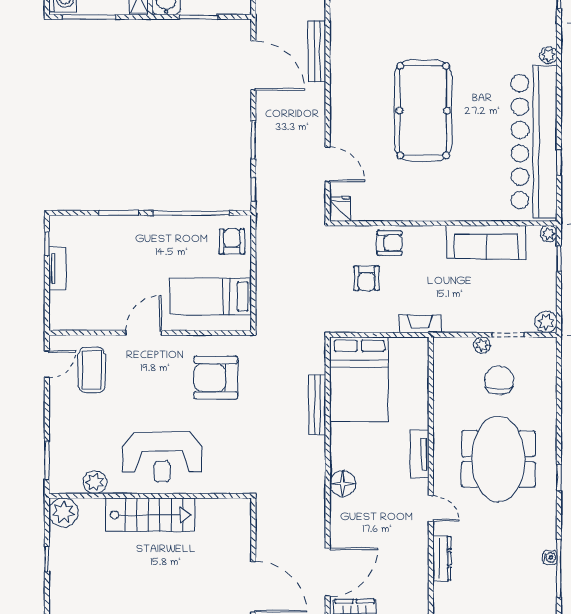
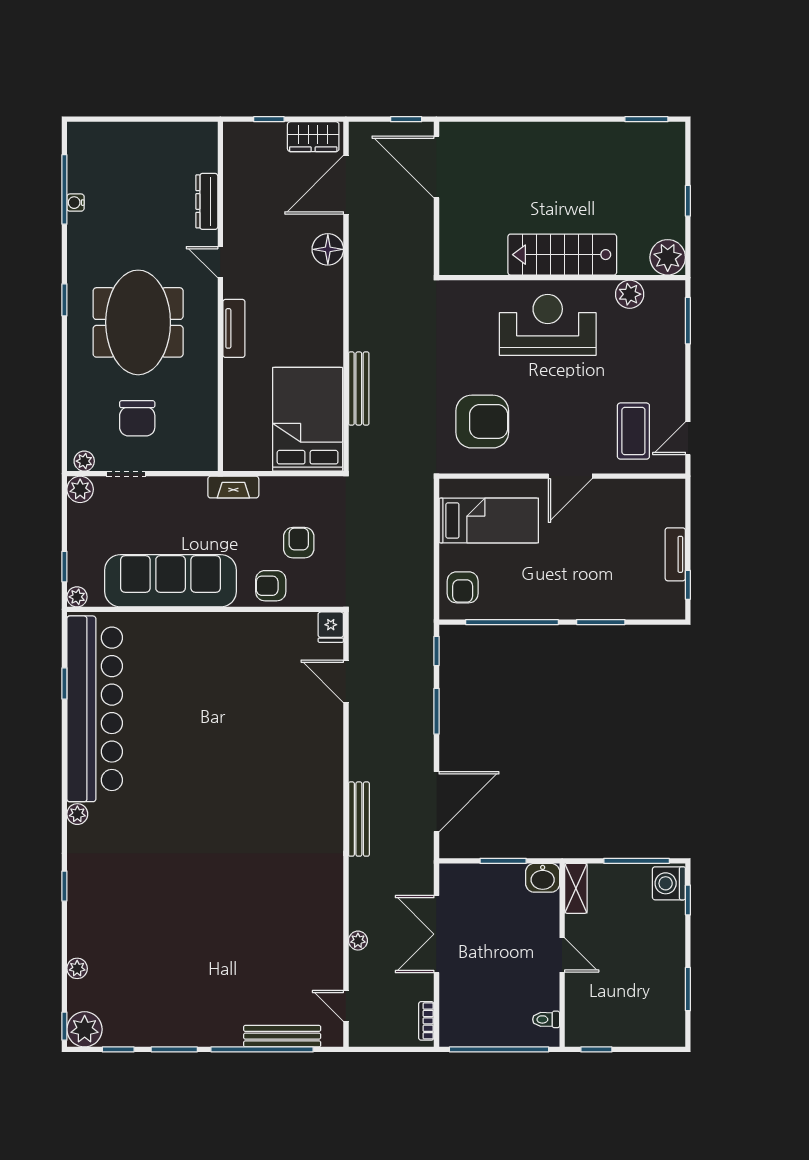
door: (253, 66) -> (436, 802), swing flipped
pool table: (423, 111) -> (230, 747), removed
sofa: (486, 242) -> (171, 581), width x1.36, depth x1.27
plant: (482, 345) -> (84, 461), moved
floor lamp: (343, 484) -> (328, 249), moved

